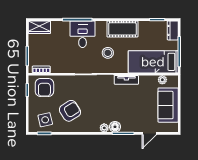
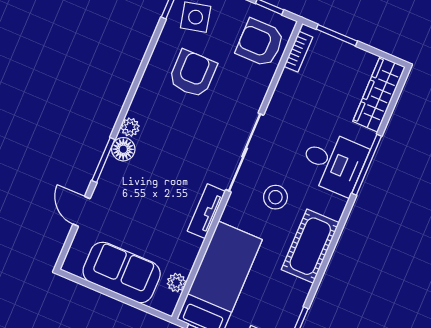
wardrobe: (39, 27) -> (379, 94), width x1.50
armchair: (70, 111) -> (193, 74), turned -148

